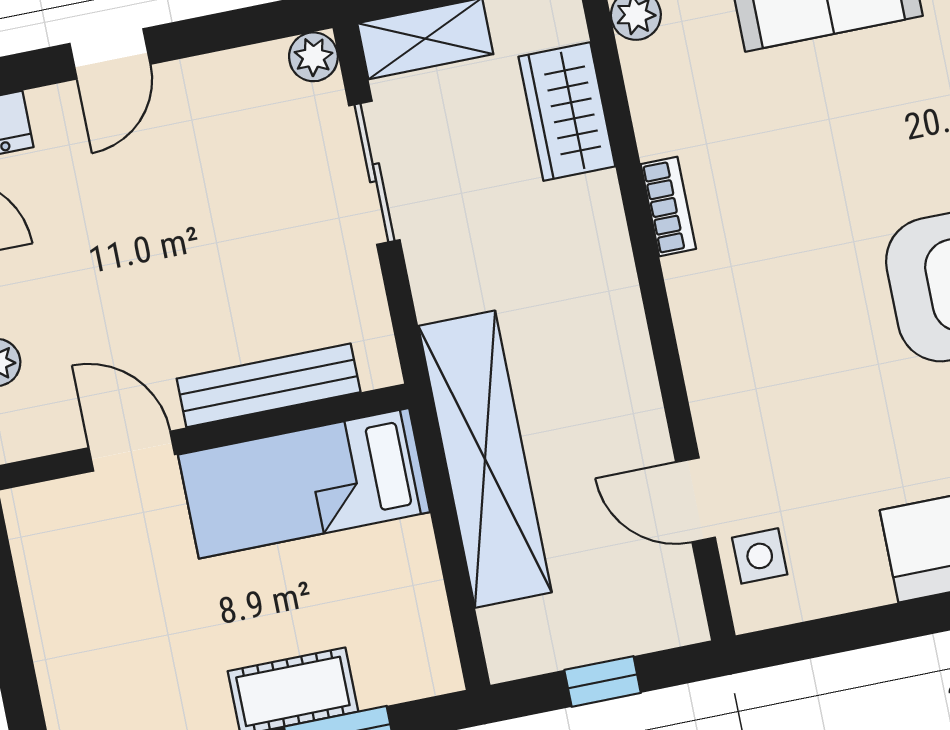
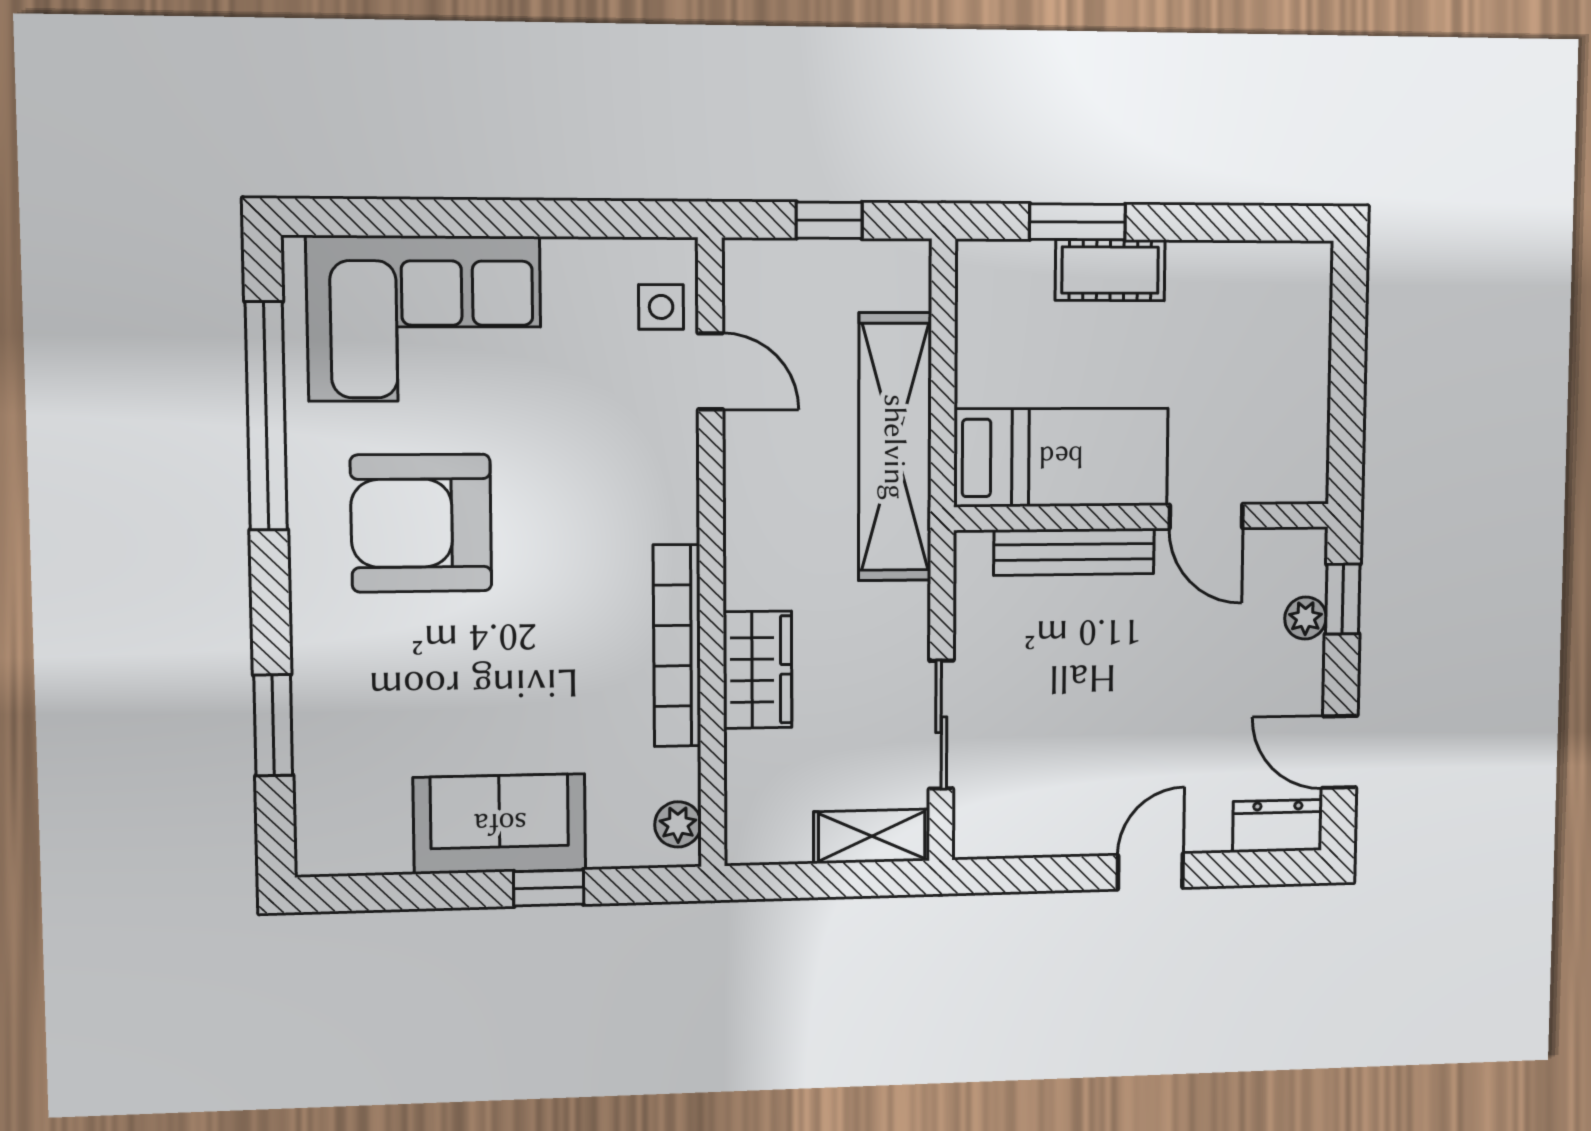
plant: (313, 57) -> (974, 838), removed
wardrobe: (567, 112) -> (758, 670), moved
bookcase: (668, 207) -> (677, 646), width x2.31, depth x1.31

